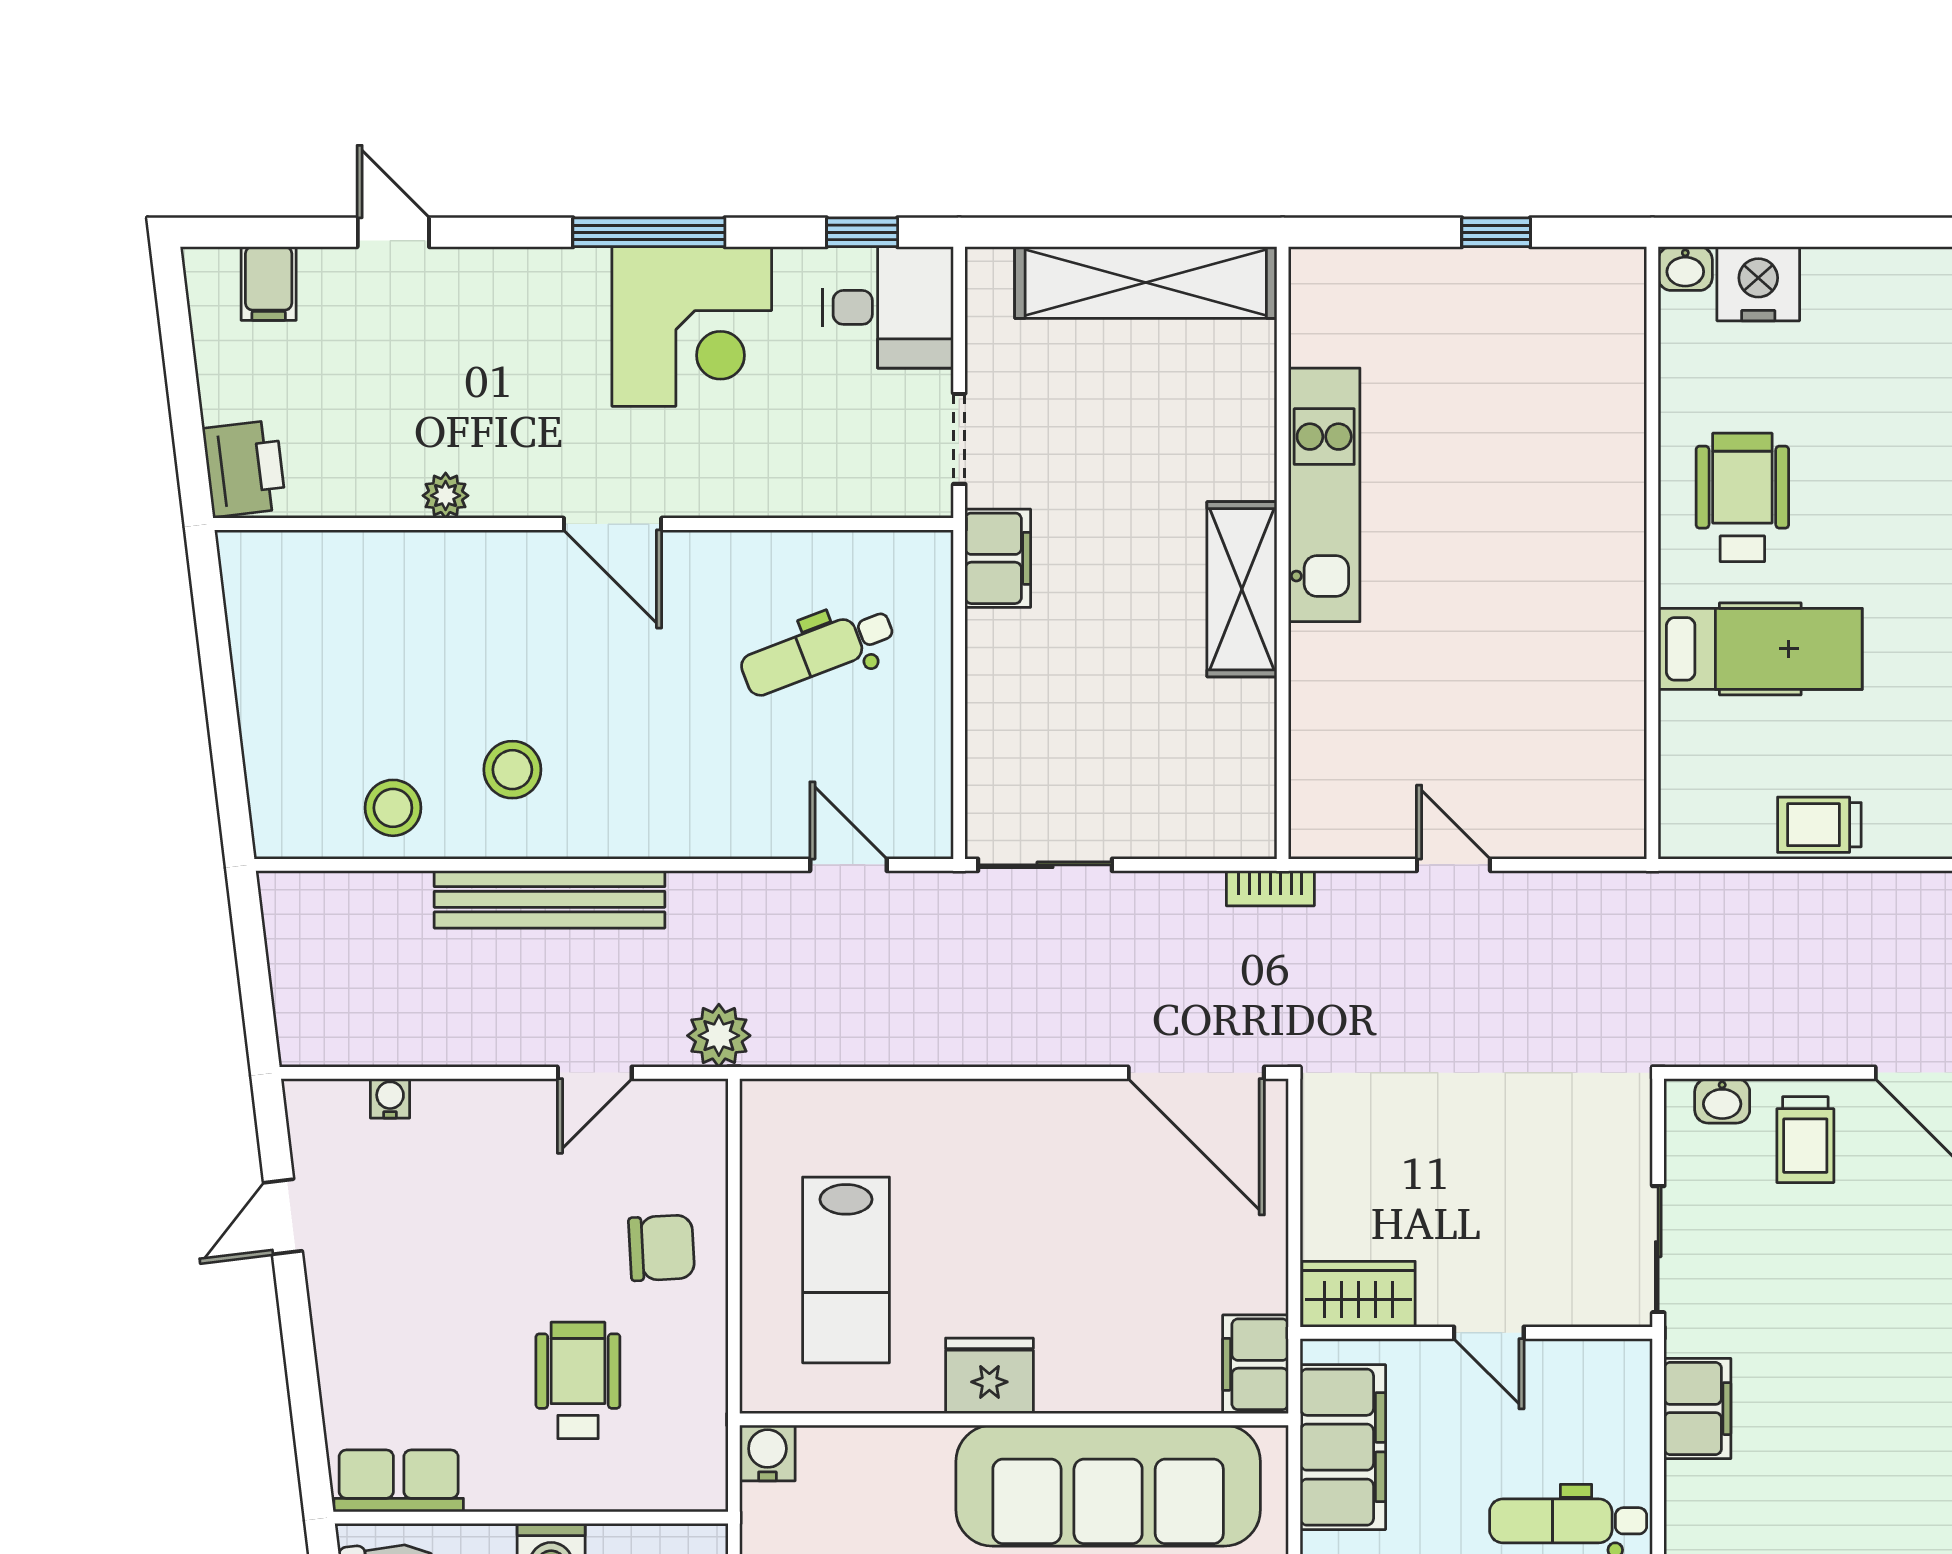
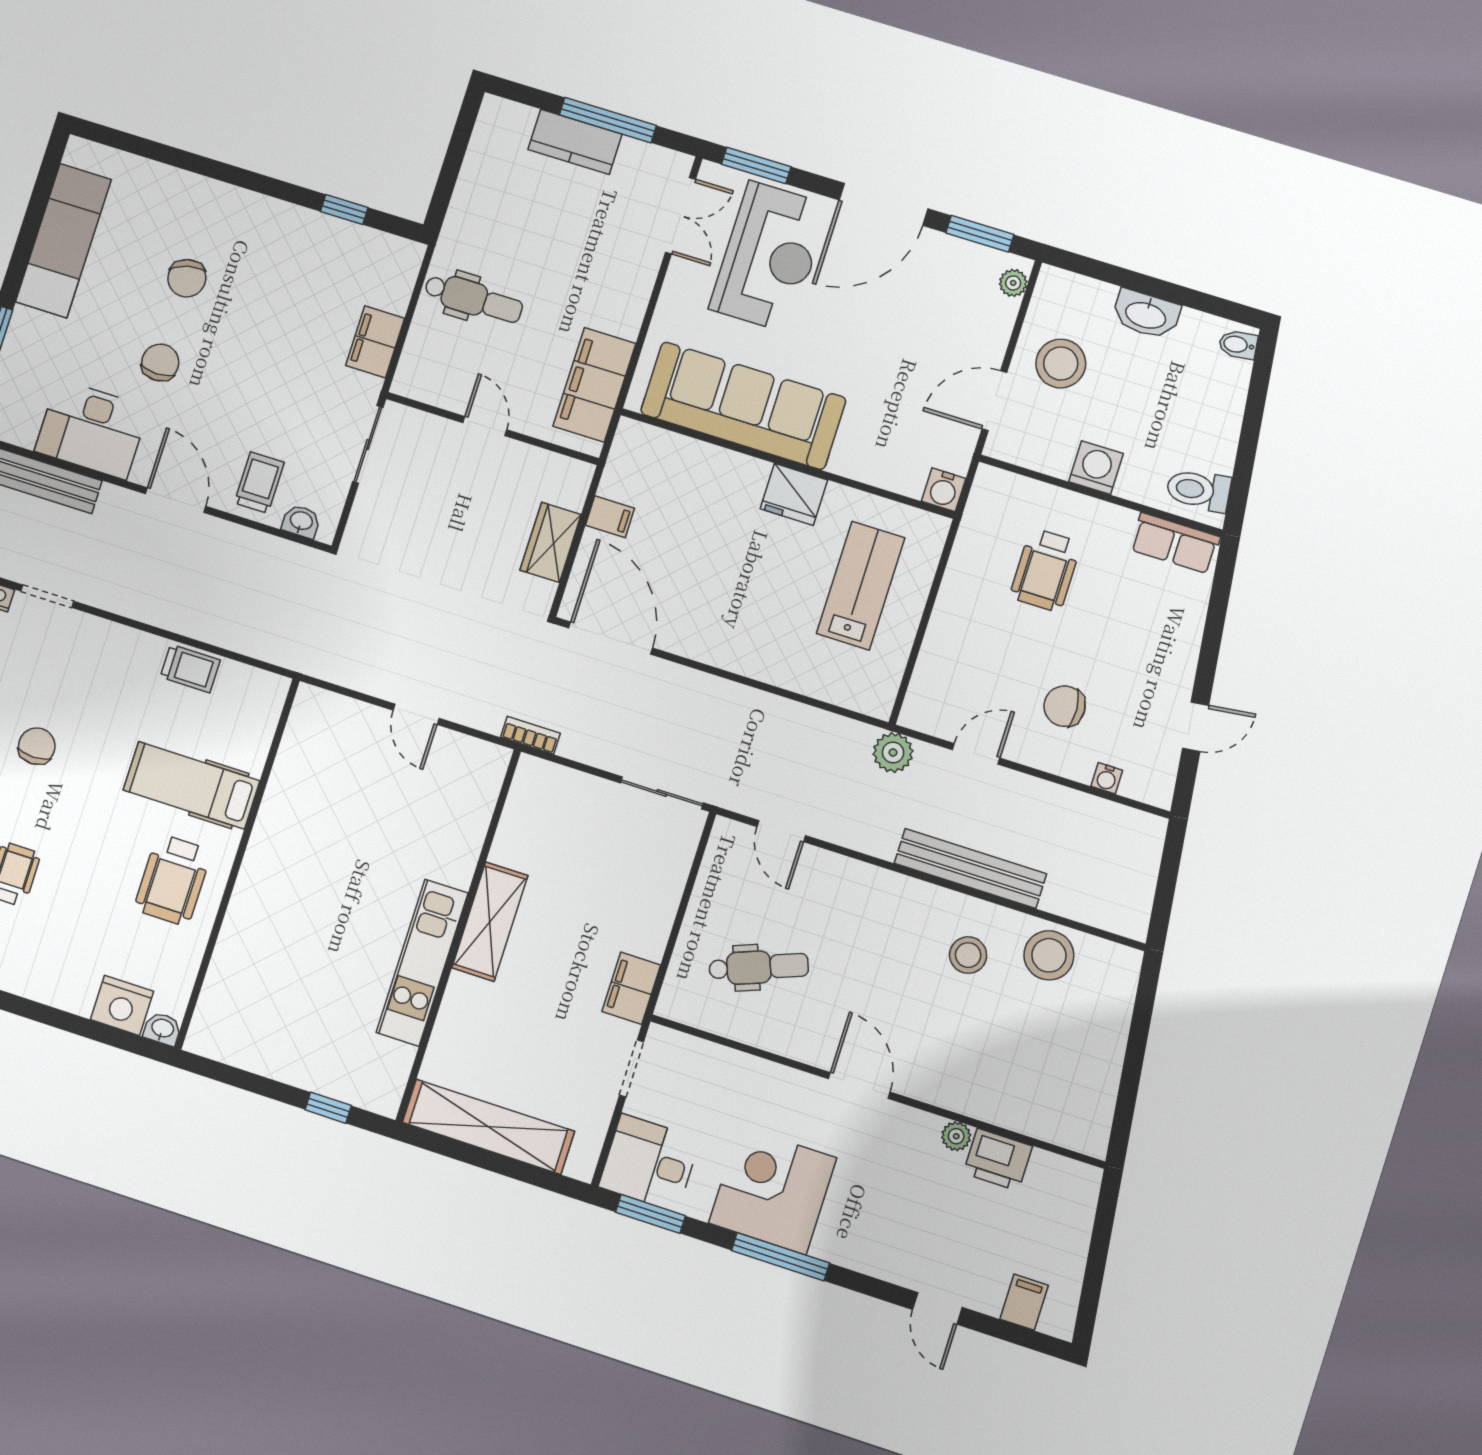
window: (862, 232) -> (650, 1214), width x1.50
window: (1496, 232) -> (328, 1108), moved
printer: (244, 469) -> (998, 1160), moved, turned -83
stool: (393, 808) -> (1049, 955), width x1.38, depth x1.38
chair: (662, 1248) -> (1065, 706), moved
wardrobe: (1358, 1294) -> (551, 542), moved, turned 90
filing cabinet: (1256, 1364) -> (610, 517), moved, width x0.50

